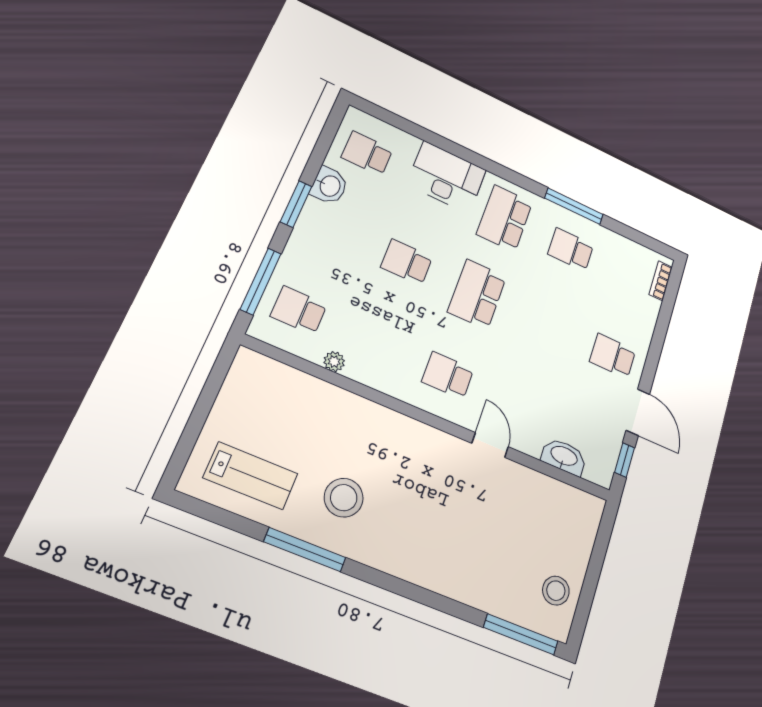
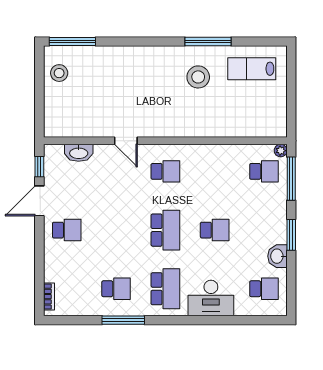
plant: (334, 362) -> (281, 151), moved
door: (638, 412) -> (39, 201), hinge flipped

